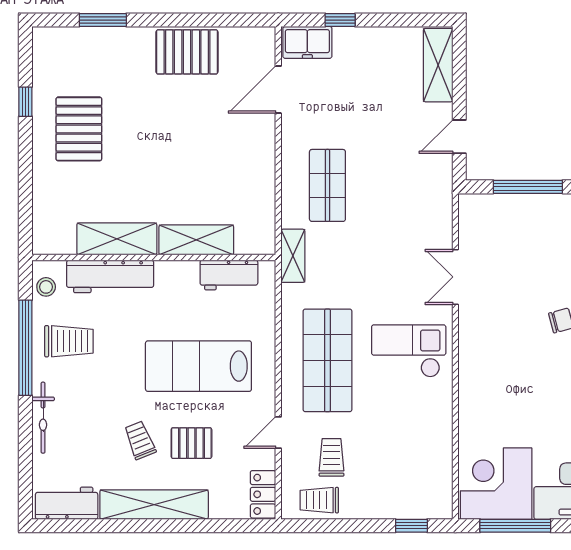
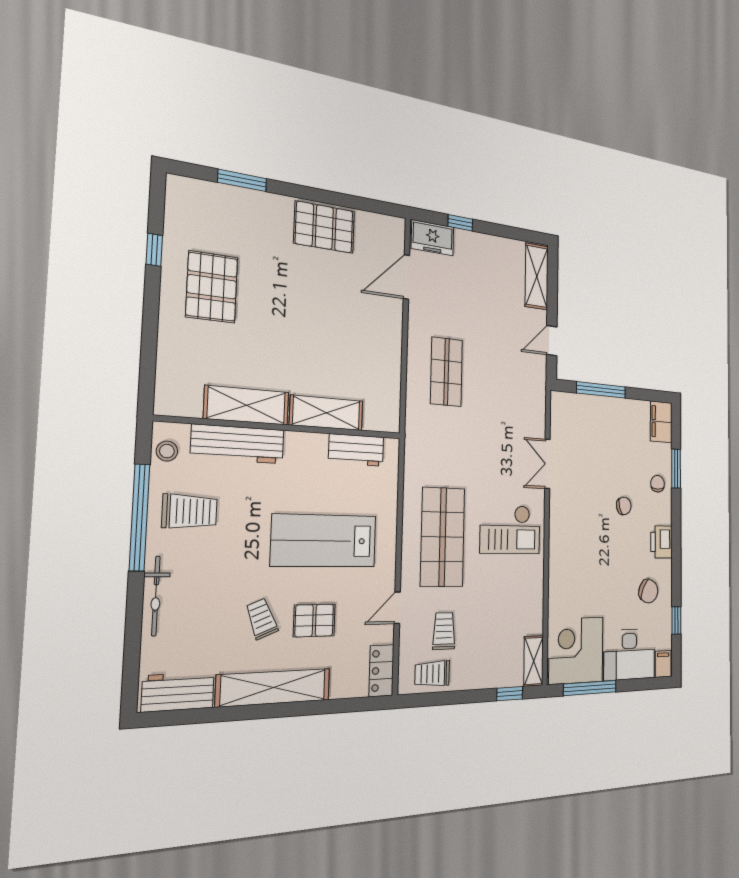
shelving: (293, 256) -> (534, 661), moved
checkout: (409, 351) -> (510, 529), turned 180

